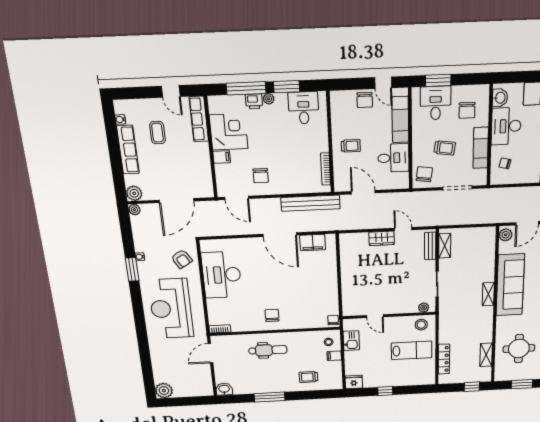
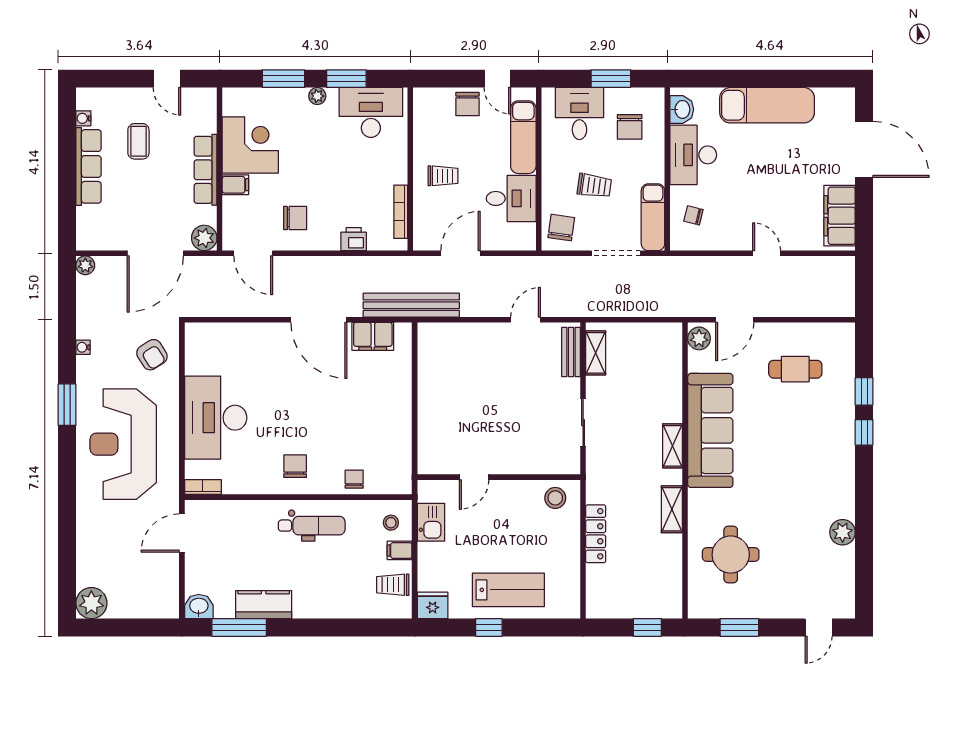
window: (438, 80) -> (611, 79), moved
window: (246, 88) -> (284, 79), width x0.69
printer: (254, 101) -> (354, 239), moved, turned 180
desk: (304, 108) -> (371, 112), width x1.37
row of seats: (199, 119) -> (205, 170), moved
exam couch: (481, 148) -> (653, 217), moved
chair: (261, 176) -> (295, 218), turned -90
door: (363, 192) -> (461, 253), hinge flipped
plant: (134, 193) -> (204, 238), moved
bench: (311, 203) -> (411, 305), moved
door: (403, 229) -> (525, 320), hinge flipped
wardrobe: (382, 238) -> (489, 335), removed
window: (132, 269) -> (67, 405), moved
desk: (222, 275) -> (216, 418), moved
plant: (424, 308) -> (560, 465), removed
door: (375, 316) -> (474, 477), hinge flipped
chair: (333, 320) -> (354, 479), moved
dental chair: (268, 350) -> (312, 526), moved
lab bench: (412, 350) -> (508, 590), moved
shelving: (486, 355) -> (672, 509), moved
locker: (444, 359) -> (596, 534), moved
trolley: (309, 377) -> (393, 585), moved
kitchen counter: (260, 386) -> (264, 605), added
window: (270, 397) -> (239, 627), moved

